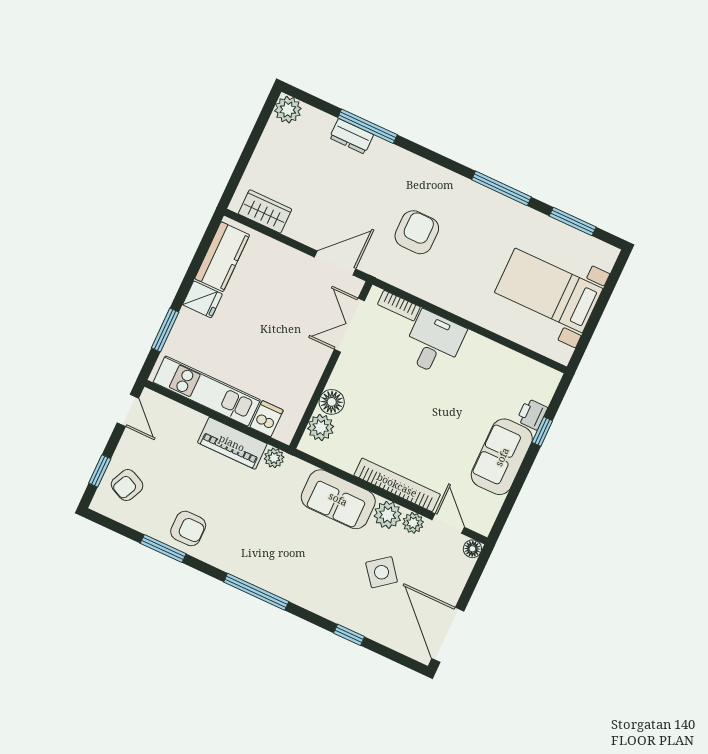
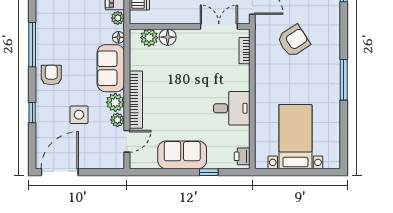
window: (573, 221) -> (344, 132), removed
armchair: (417, 232) -> (294, 41), turned -33
desk: (434, 343) -> (232, 108), moved
printer: (532, 414) -> (242, 156), moved, turned -90
floor lamp: (472, 549) -> (119, 37), moved
side table: (382, 572) -> (79, 115), turned 38
armchair: (310, 585) -> (51, 75), added

